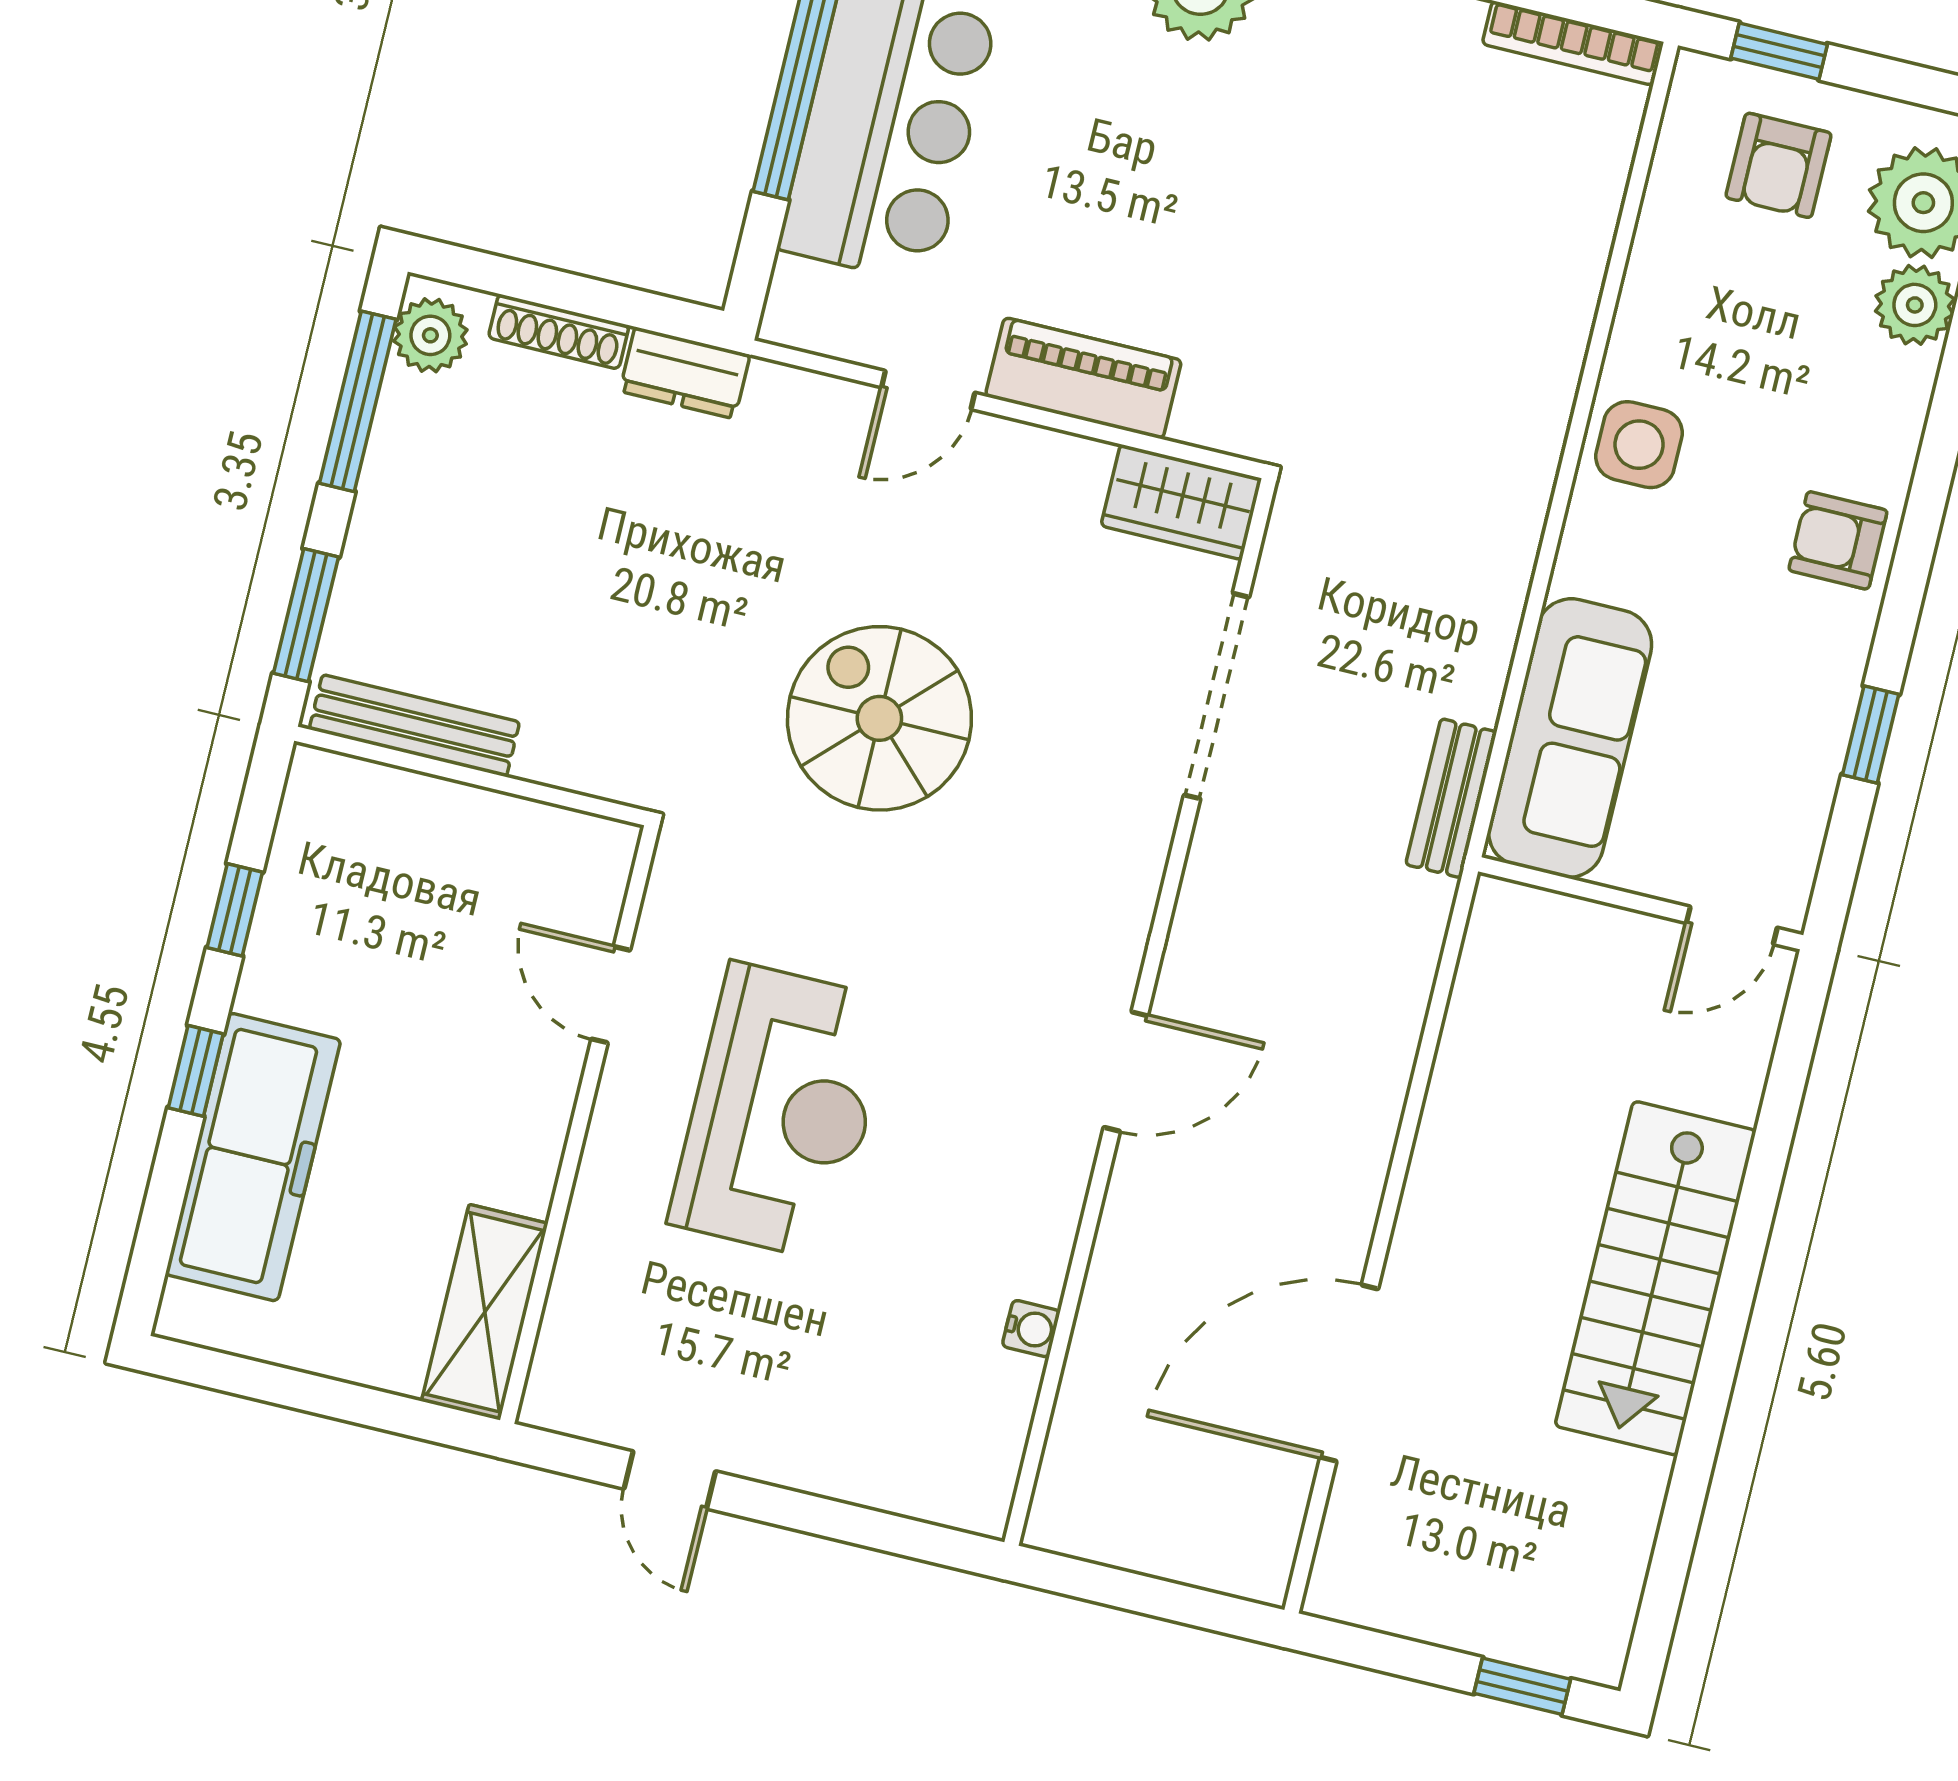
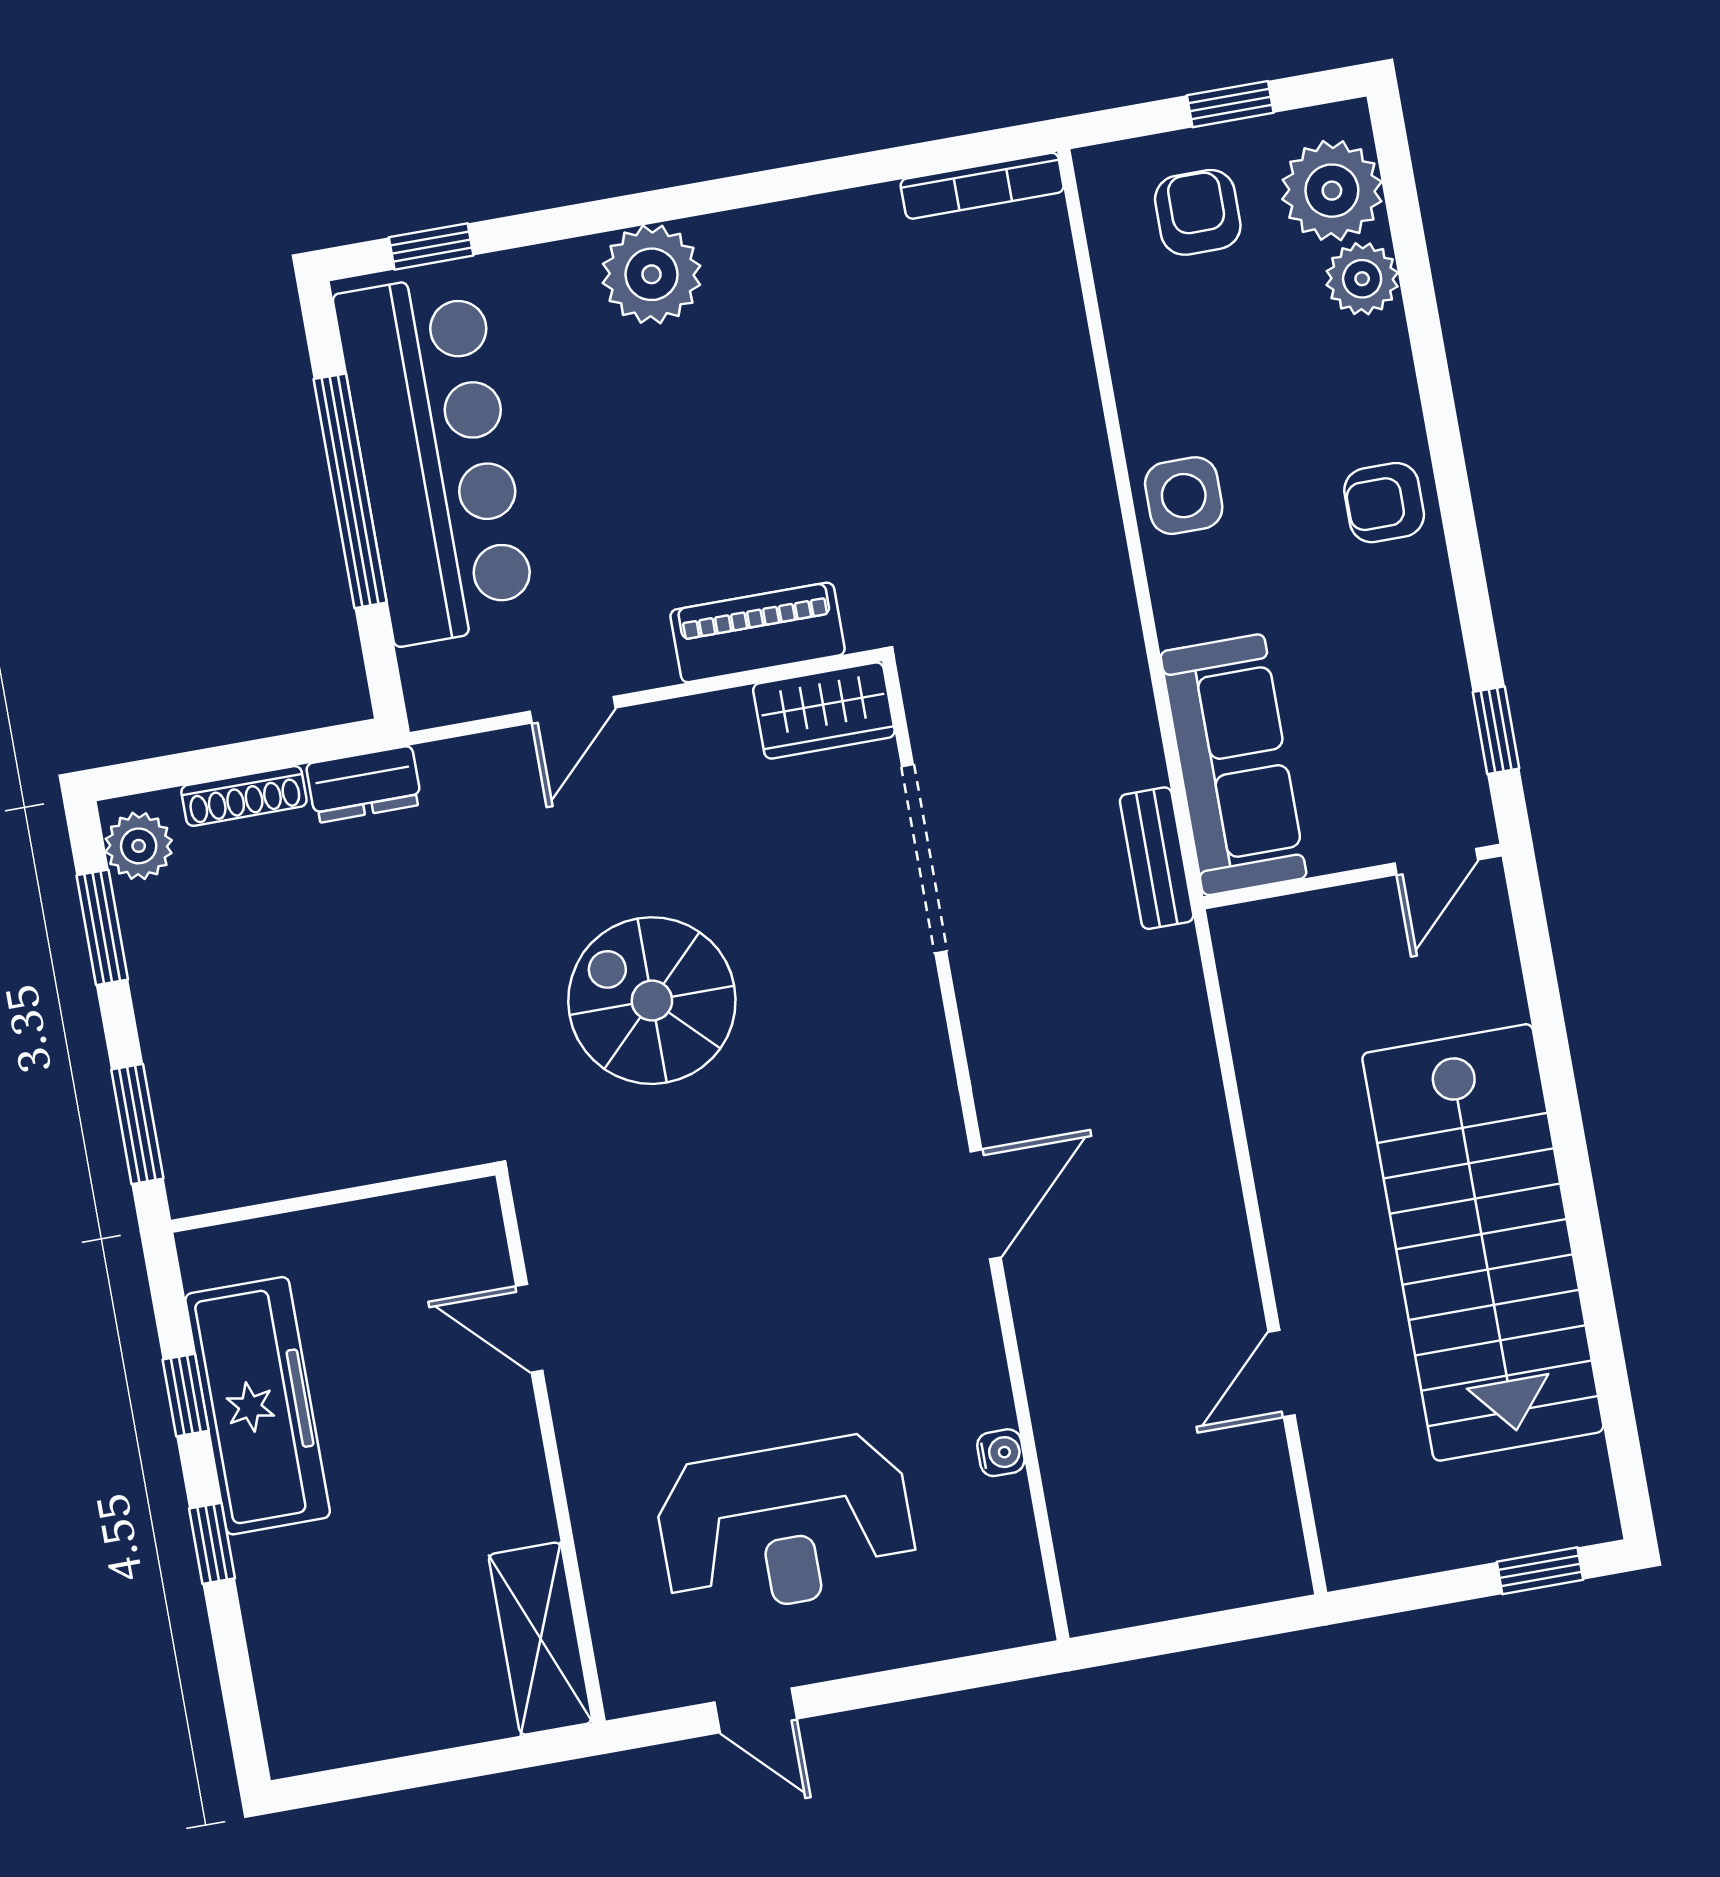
window: (1779, 51) -> (1230, 104), moved
armchair: (1779, 165) -> (1198, 212), turned 180
piano: (1083, 378) -> (758, 632), moved
window: (358, 401) -> (102, 927), width x0.69
bench: (414, 726) -> (268, 1176), removed
window: (1871, 735) -> (1496, 730), moved
reception desk: (781, 1111) -> (786, 1526), moved, turned 90
freezer: (253, 1157) -> (258, 1406), moved
stairs: (1655, 1278) -> (1483, 1242), width x1.36, depth x1.51
door: (1349, 1373) -> (1282, 1374), width x0.53

